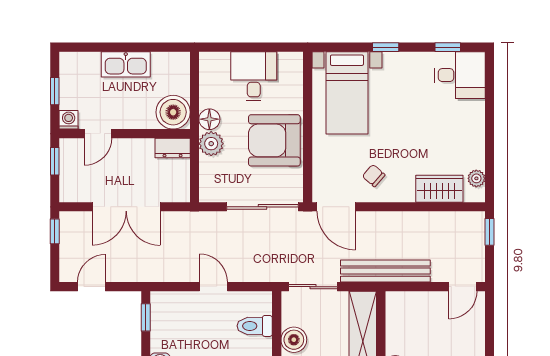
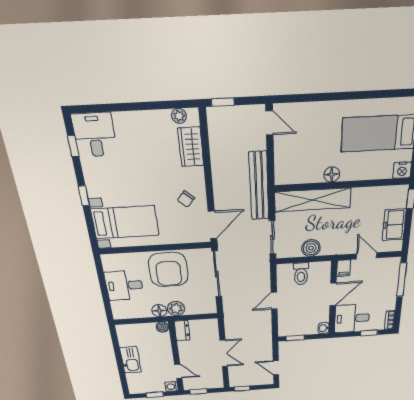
boiler: (173, 112) -> (162, 327), width x0.54, depth x0.54
double door: (126, 207) -> (224, 353), width x0.73

